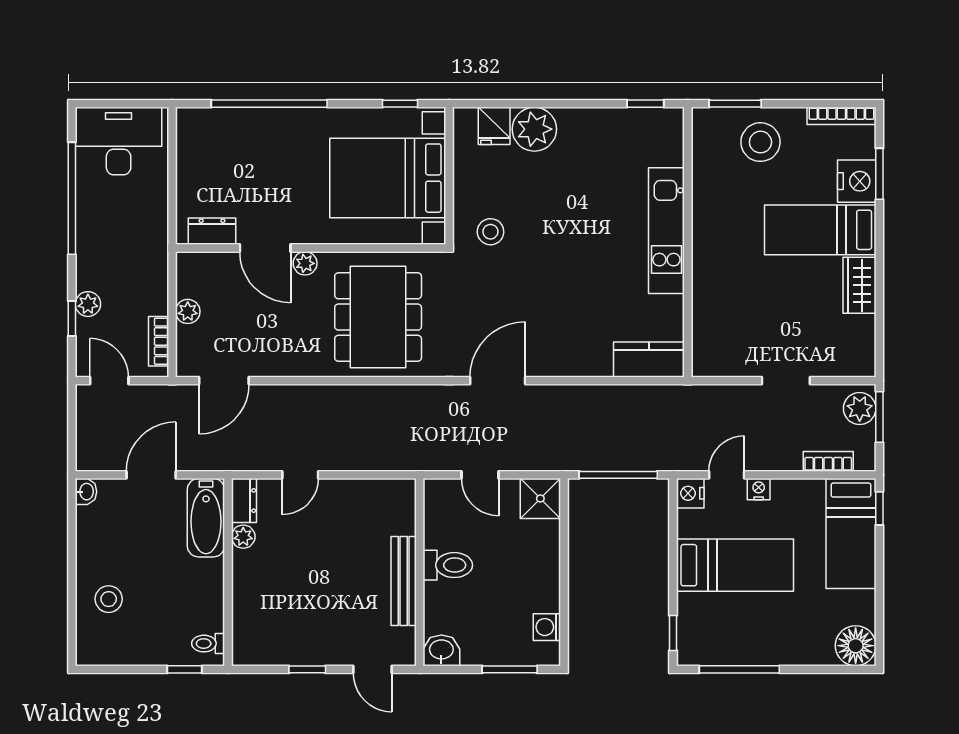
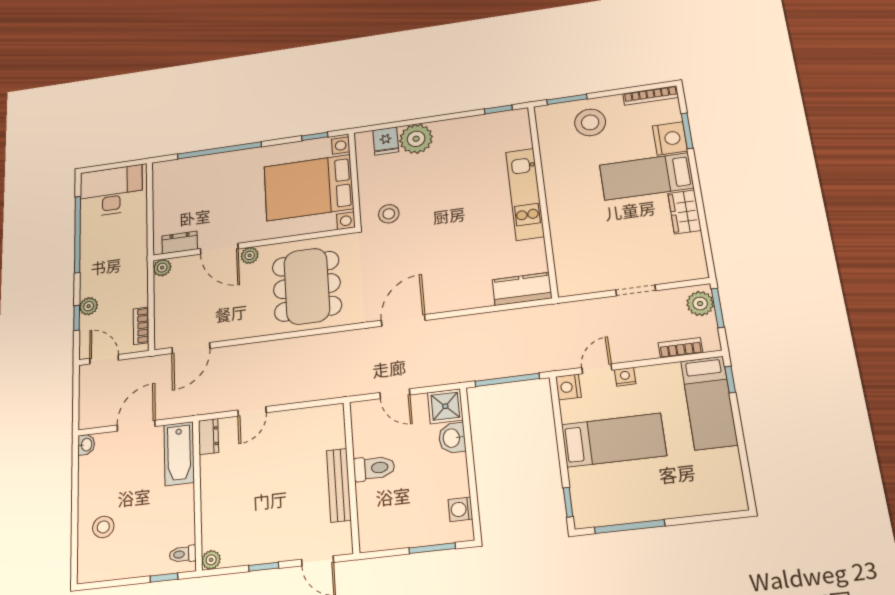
plant: (188, 311) -> (162, 268), moved
plant: (243, 537) -> (211, 560), moved
floor lamp: (856, 646) -> (729, 495), removed
washbasin: (441, 650) -> (452, 438), moved, turned -90

